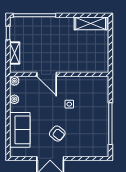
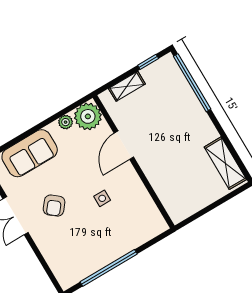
plant: (14, 81) -> (88, 116), width x1.88, depth x1.88

